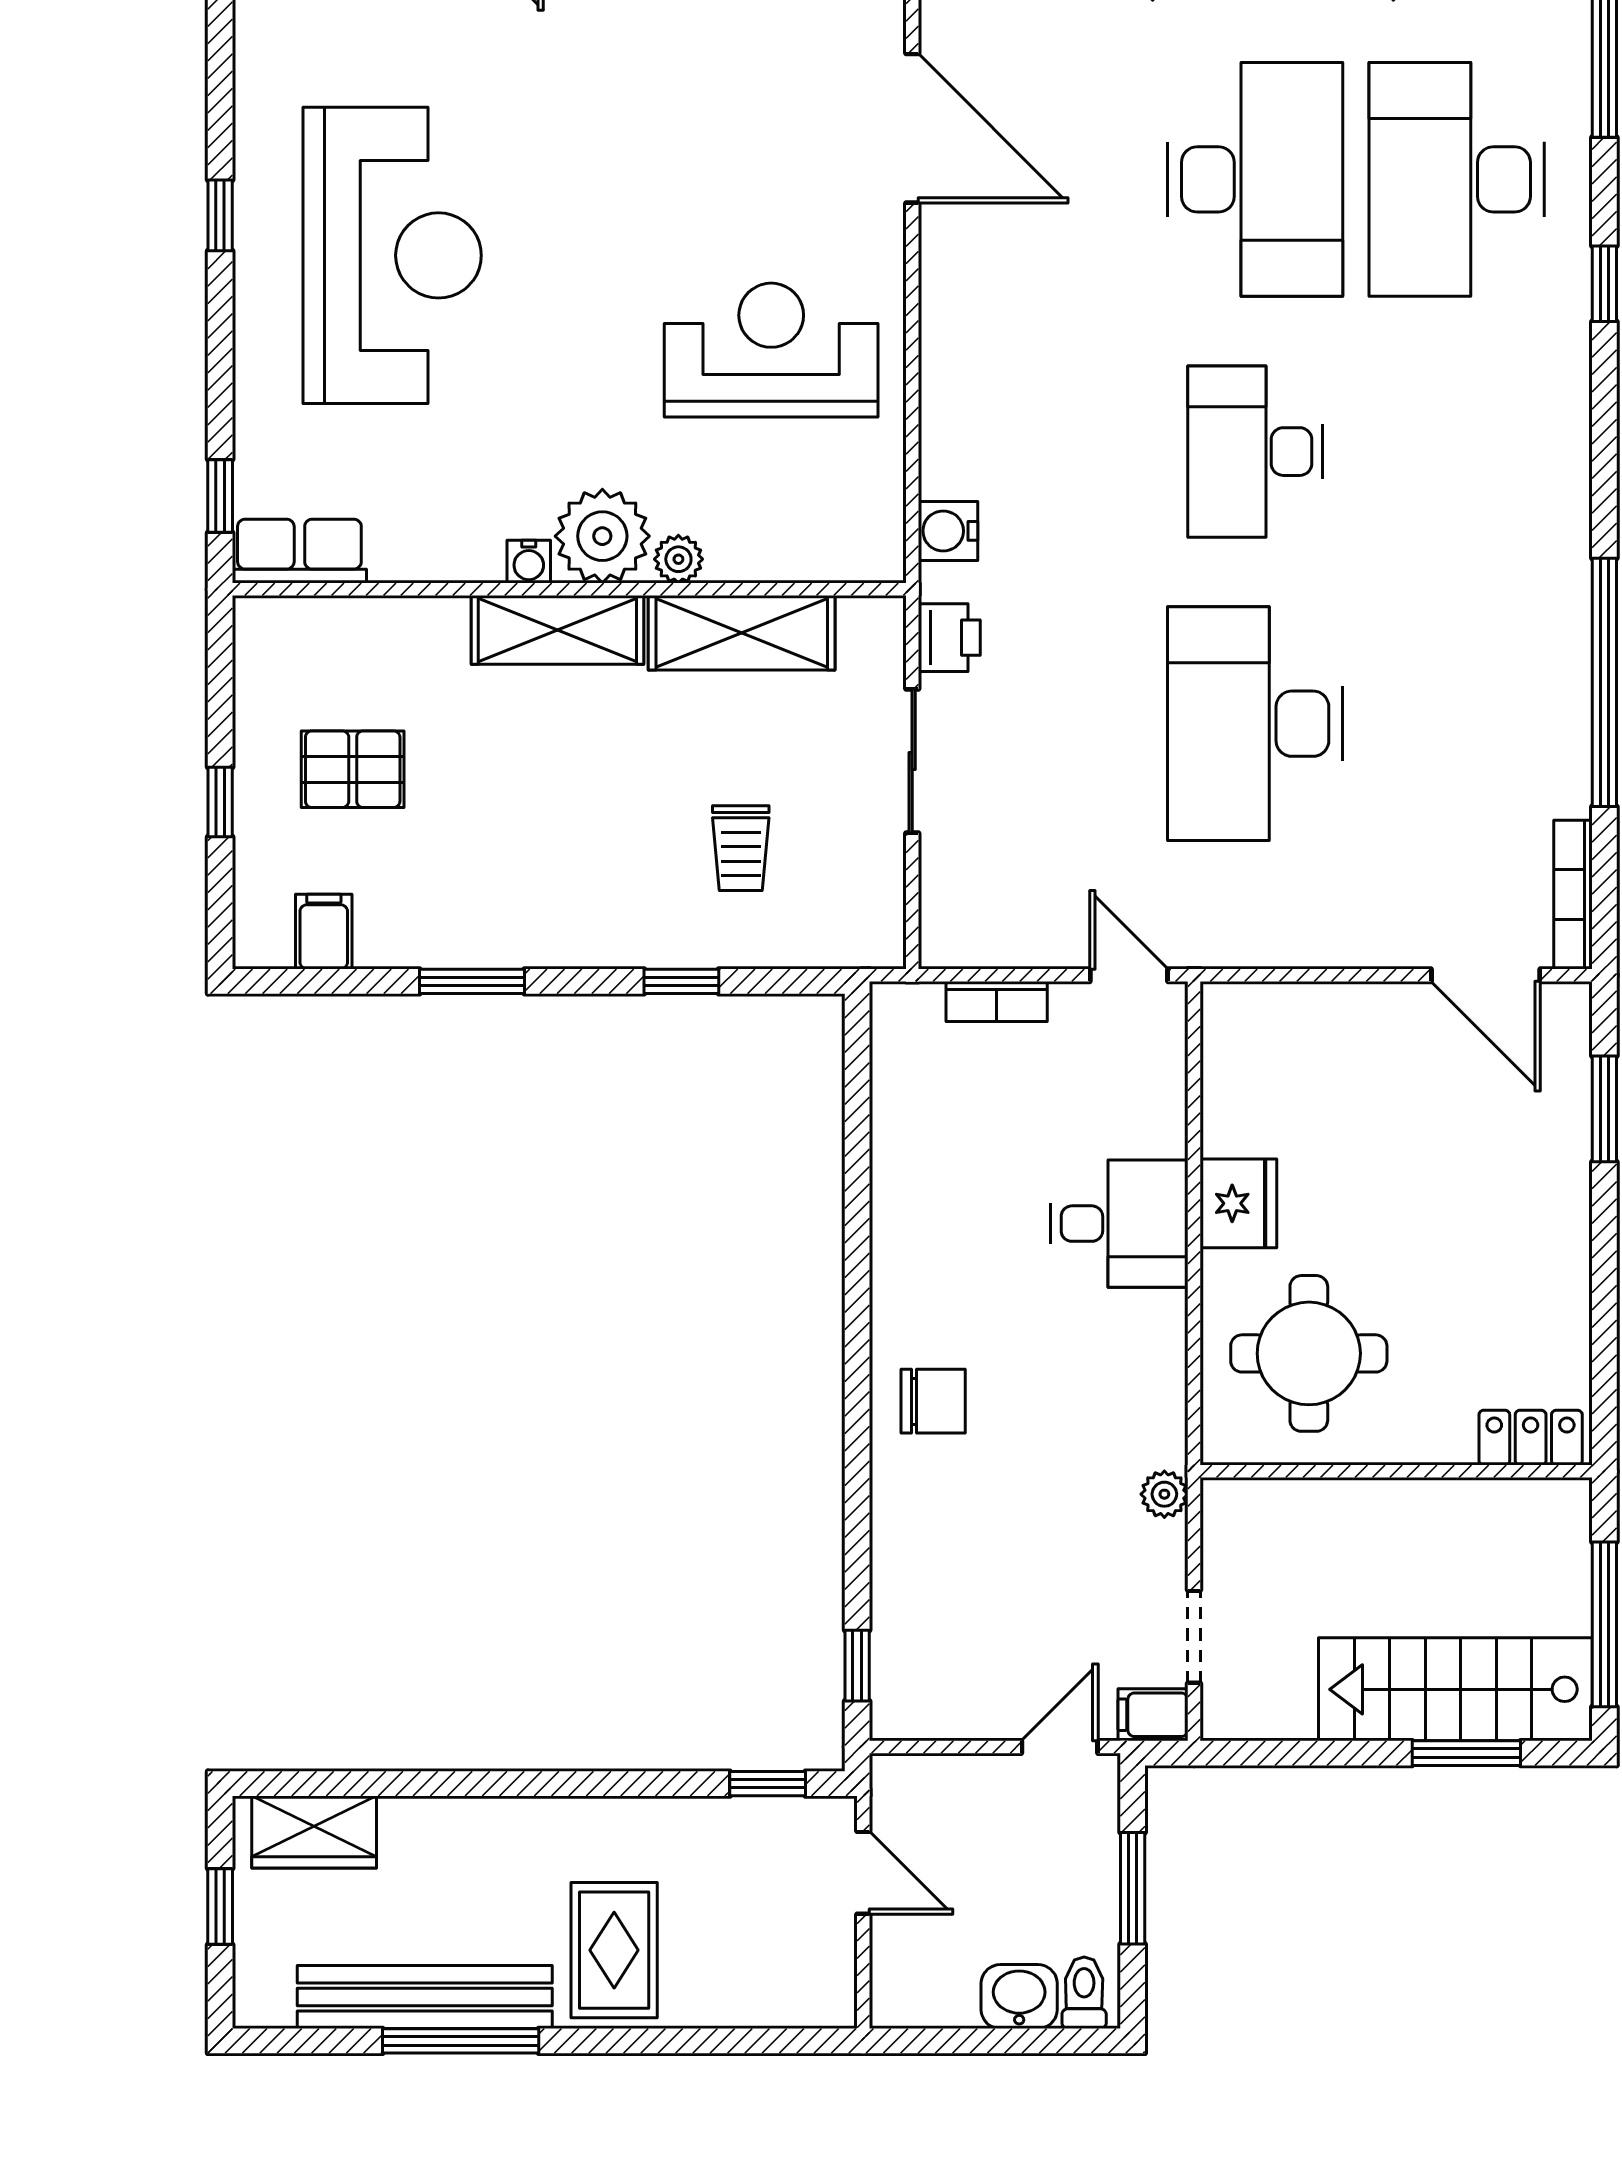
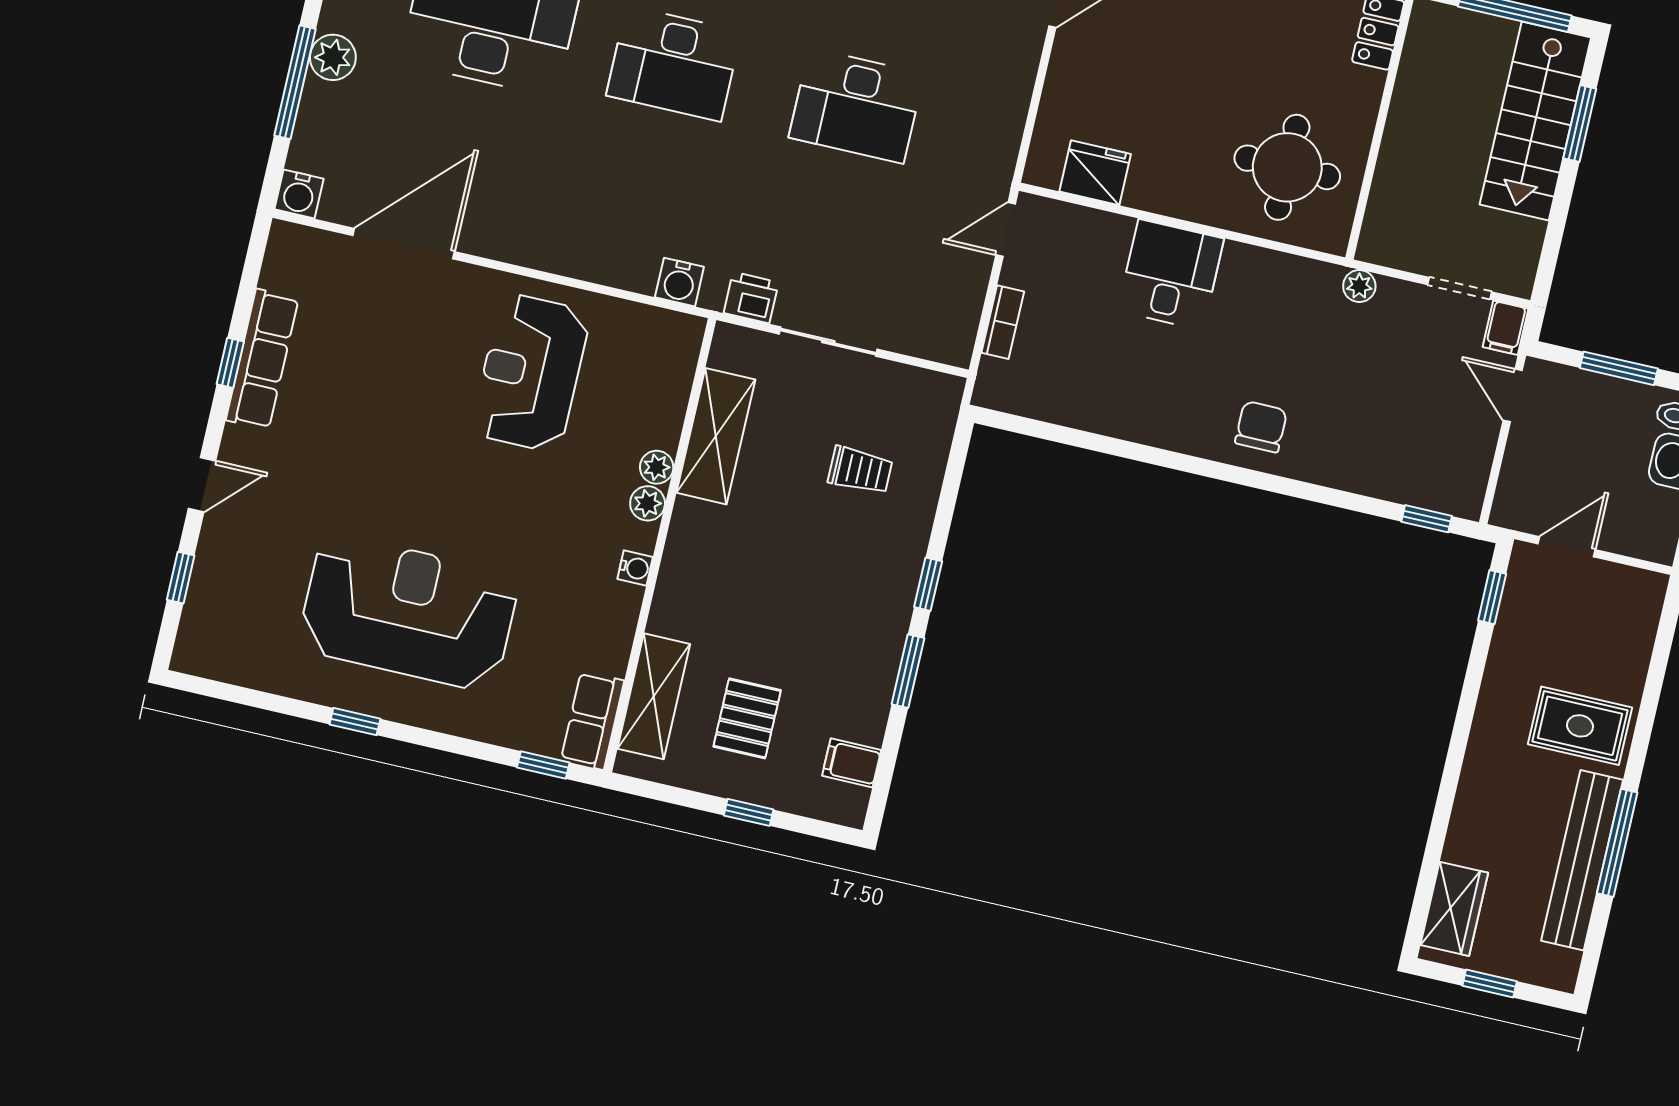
plant: (602, 536) -> (648, 503), width x0.53, depth x0.53
shelving: (557, 630) -> (654, 696), moved
desk: (1255, 724) -> (856, 106), width x0.73, depth x0.77
window: (681, 981) -> (928, 584), moved
fridge: (1238, 1203) -> (1095, 173), moved

